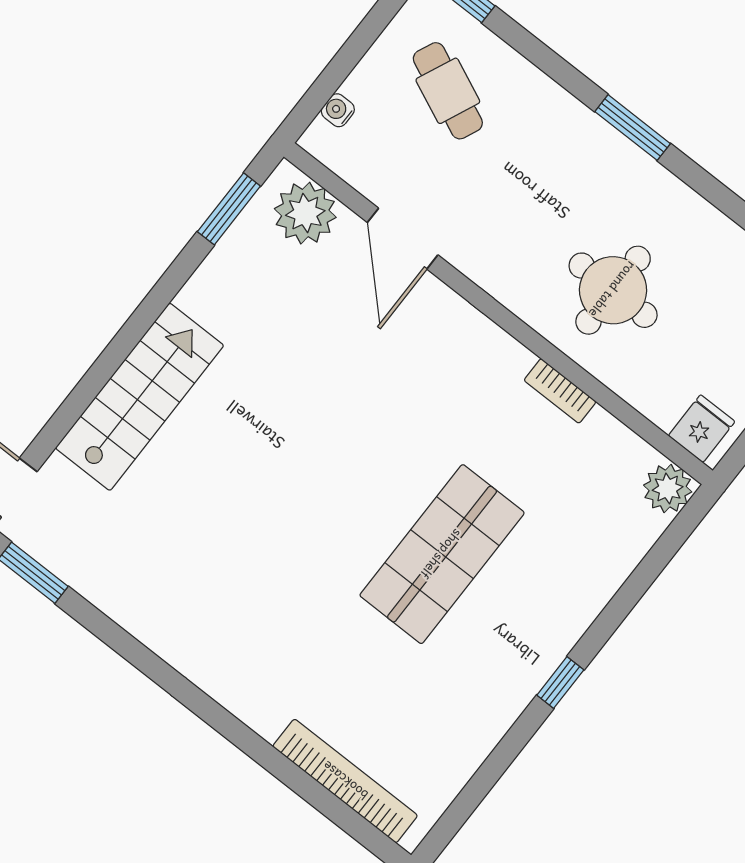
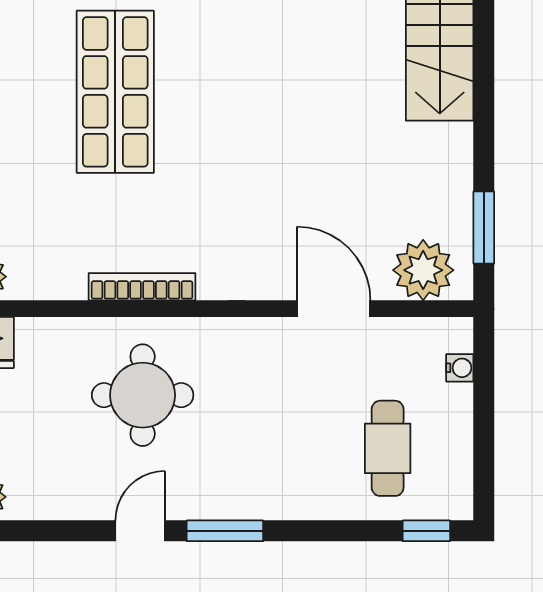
cafe table: (448, 91) -> (388, 448), turned 66
door: (701, 181) -> (140, 531), added
bookcase: (560, 391) -> (142, 287), width x1.56

